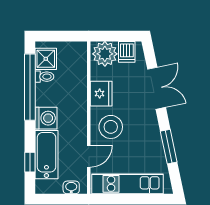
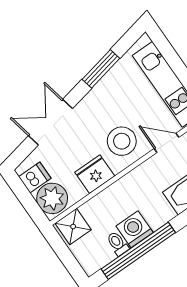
shower: (46, 59) -> (73, 227), moved
washing machine: (46, 118) -> (135, 229), moved

